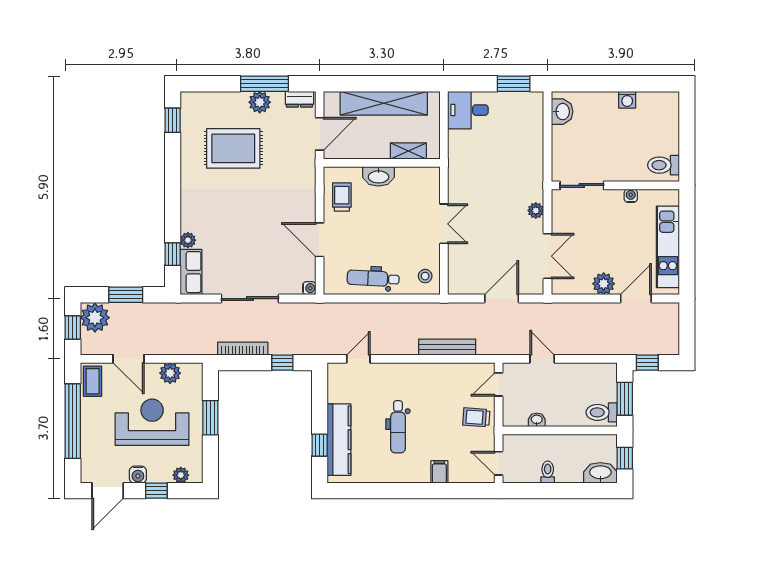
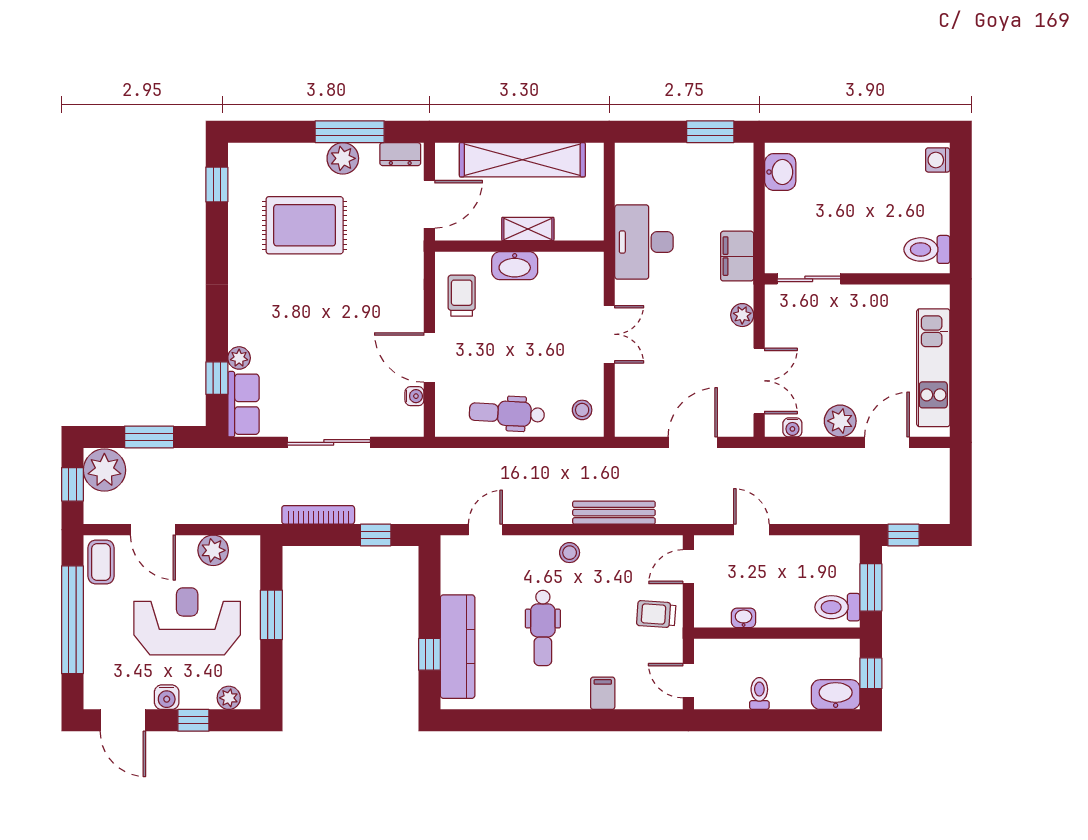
washing machine: (627, 100) -> (938, 160), moved, turned 90
desk: (468, 110) -> (644, 242), moved, width x1.37
shelving: (408, 151) -> (528, 229), moved
filing cabinet: (532, 170) -> (737, 256), added
water cooler: (631, 196) -> (792, 427), moved, turned 180
water cooler: (309, 288) -> (414, 396), moved
stool: (416, 375) -> (570, 553), added
door: (108, 491) -> (123, 720), hinge flipped

